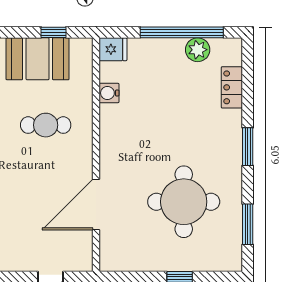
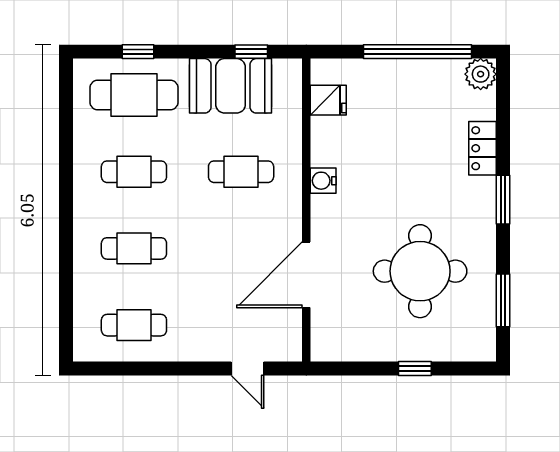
fridge: (113, 49) -> (328, 100), moved
plant: (198, 50) -> (481, 74), moved
locker: (232, 87) -> (483, 148), moved
water cooler: (109, 93) -> (323, 181), moved

